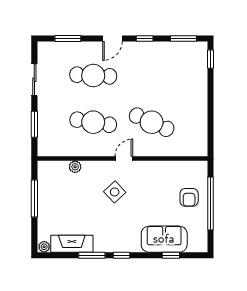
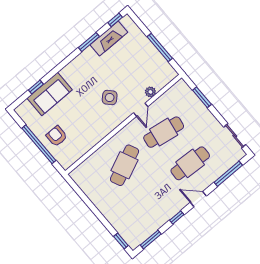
window: (68, 38) -> (228, 174), width x1.44
door: (112, 38) -> (198, 199), hinge flipped
sliding door: (34, 80) -> (235, 136), moved
cafe table: (152, 122) -> (125, 165), turned -48
door: (124, 158) -> (141, 110), moved
plant: (44, 247) -> (126, 21), removed
window: (121, 255) -> (115, 20), moved

